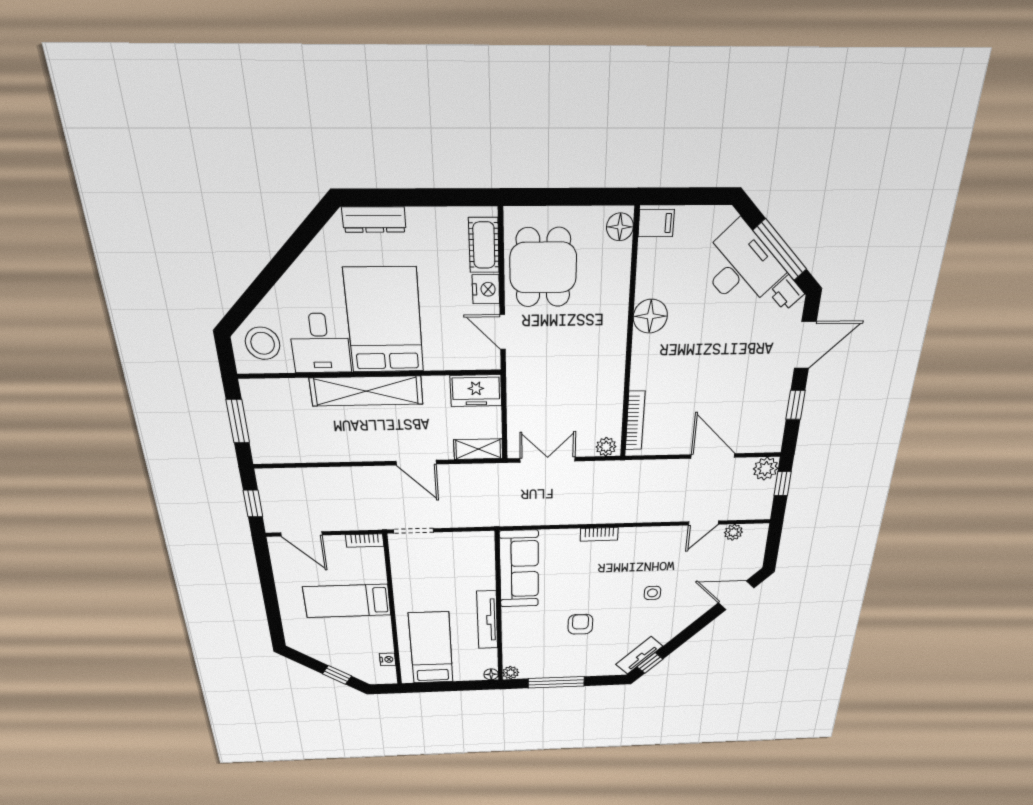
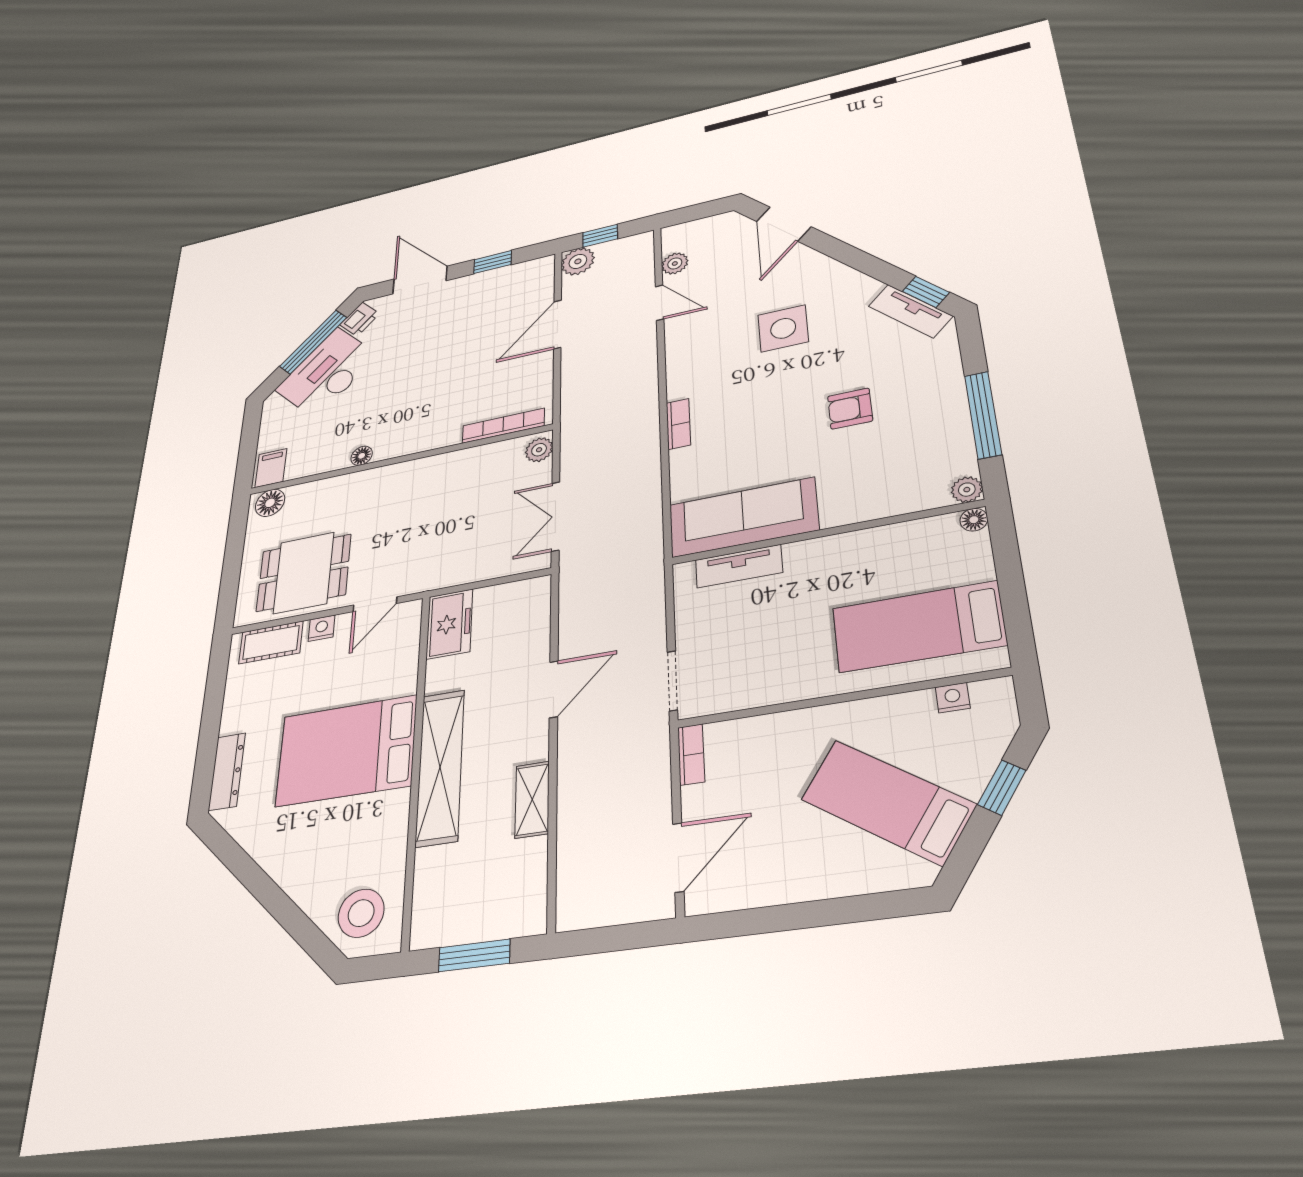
nightstand: (486, 289) -> (322, 628), width x0.72, depth x0.74
floor lamp: (650, 316) -> (362, 456), width x0.53, depth x0.53
desk: (320, 343) -> (368, 833), removed
shelving: (478, 449) -> (532, 800), moved
window: (253, 504) -> (619, 938), removed
side table: (652, 593) -> (783, 328), width x1.87, depth x1.87
bed: (347, 601) -> (888, 802), moved, turned 124
tv unit: (487, 620) -> (739, 566), moved, width x0.71

